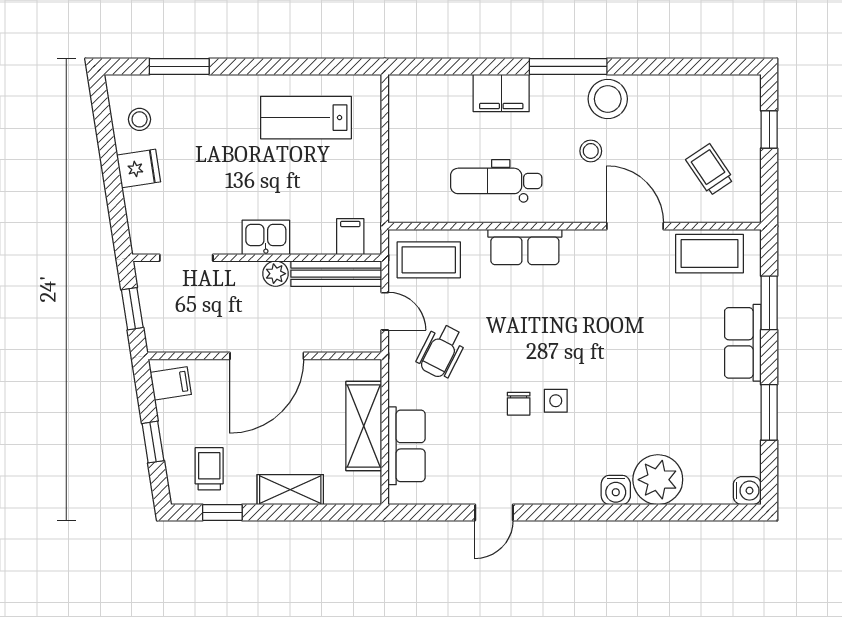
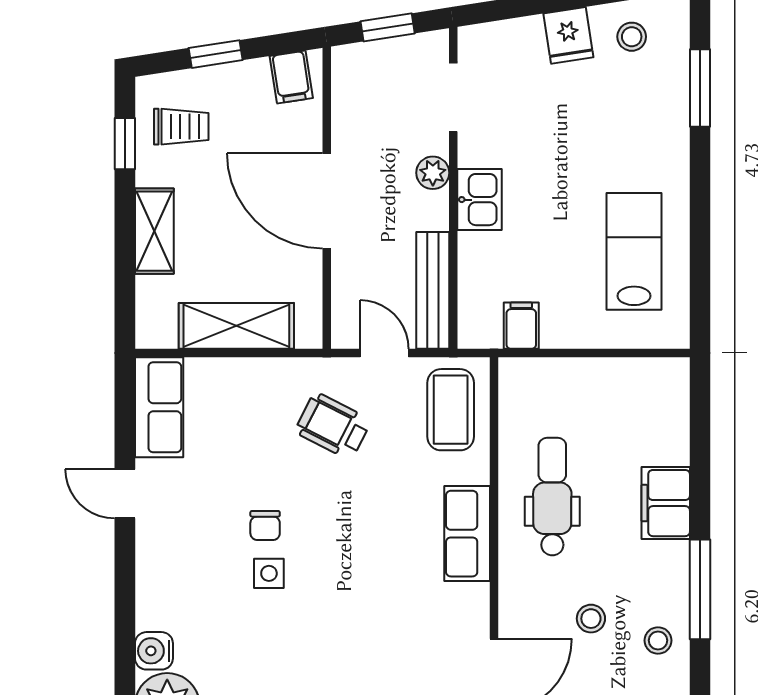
stool: (608, 99) -> (658, 640), width x0.53, depth x0.53
filing cabinet: (350, 237) -> (521, 326), moved, turned -90
plant: (276, 274) -> (433, 173), moved
door: (385, 311) -> (384, 353), swing flipped
chair: (519, 404) -> (265, 526), turned -90
row of seats: (407, 446) -> (159, 407), moved, turned -90

